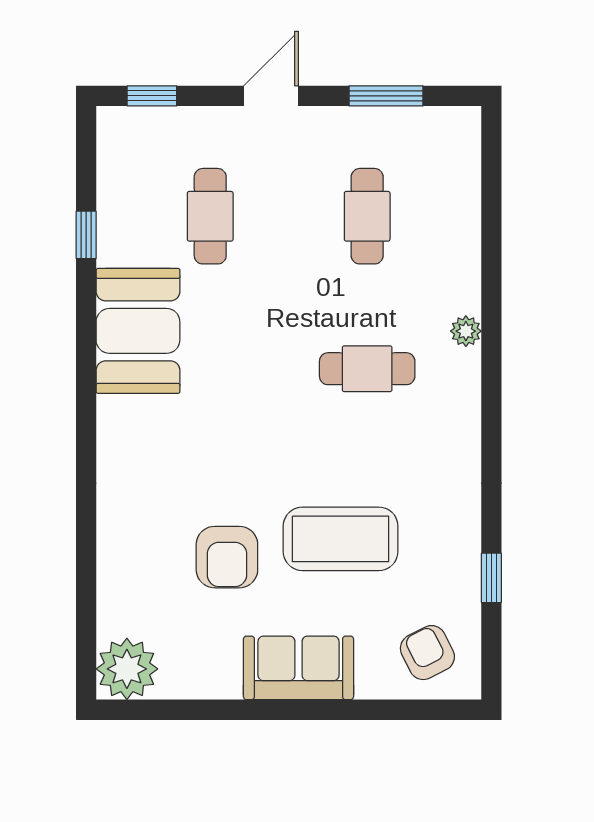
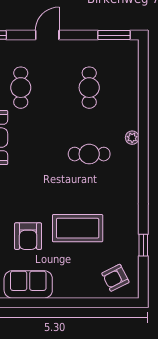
window: (386, 96) -> (114, 35), moved
armchair: (427, 653) -> (115, 278), turned -90
sofa: (299, 668) -> (28, 284), moved

